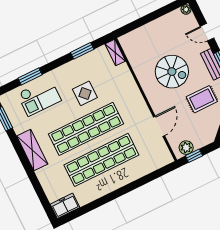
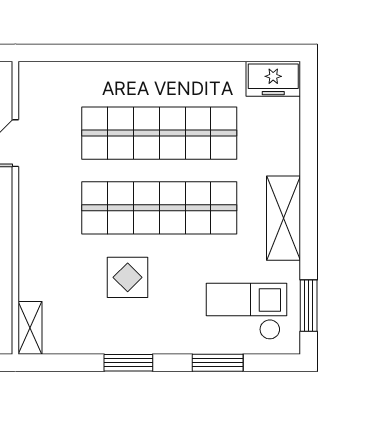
window: (82, 51) -> (128, 363), moved
checkout: (39, 97) -> (246, 311), moved

